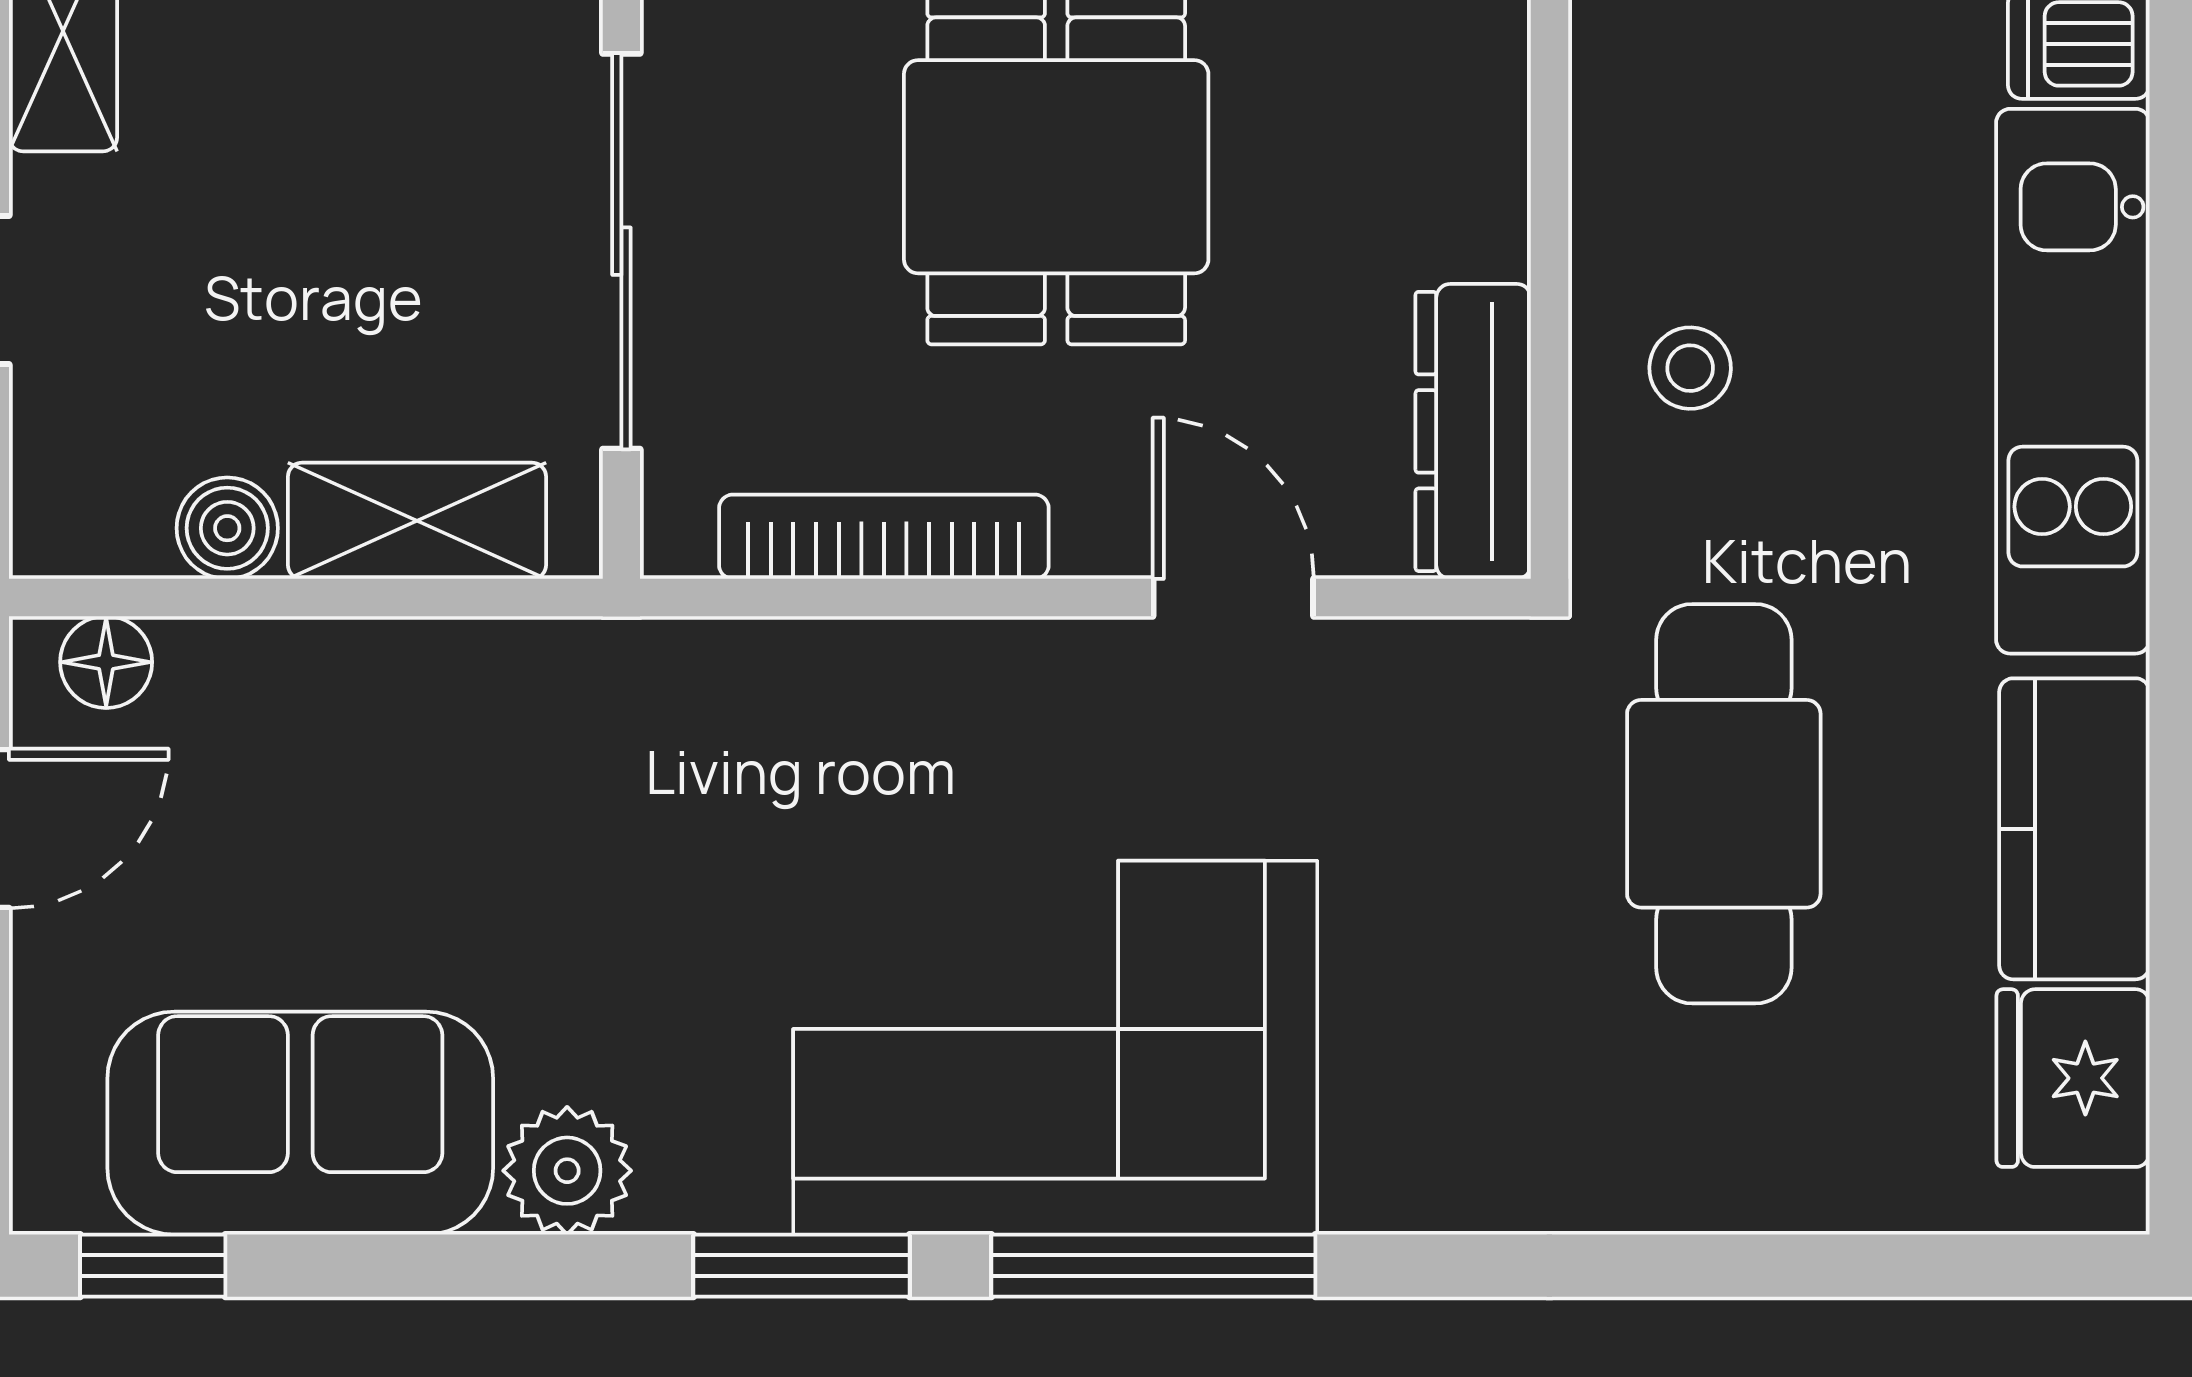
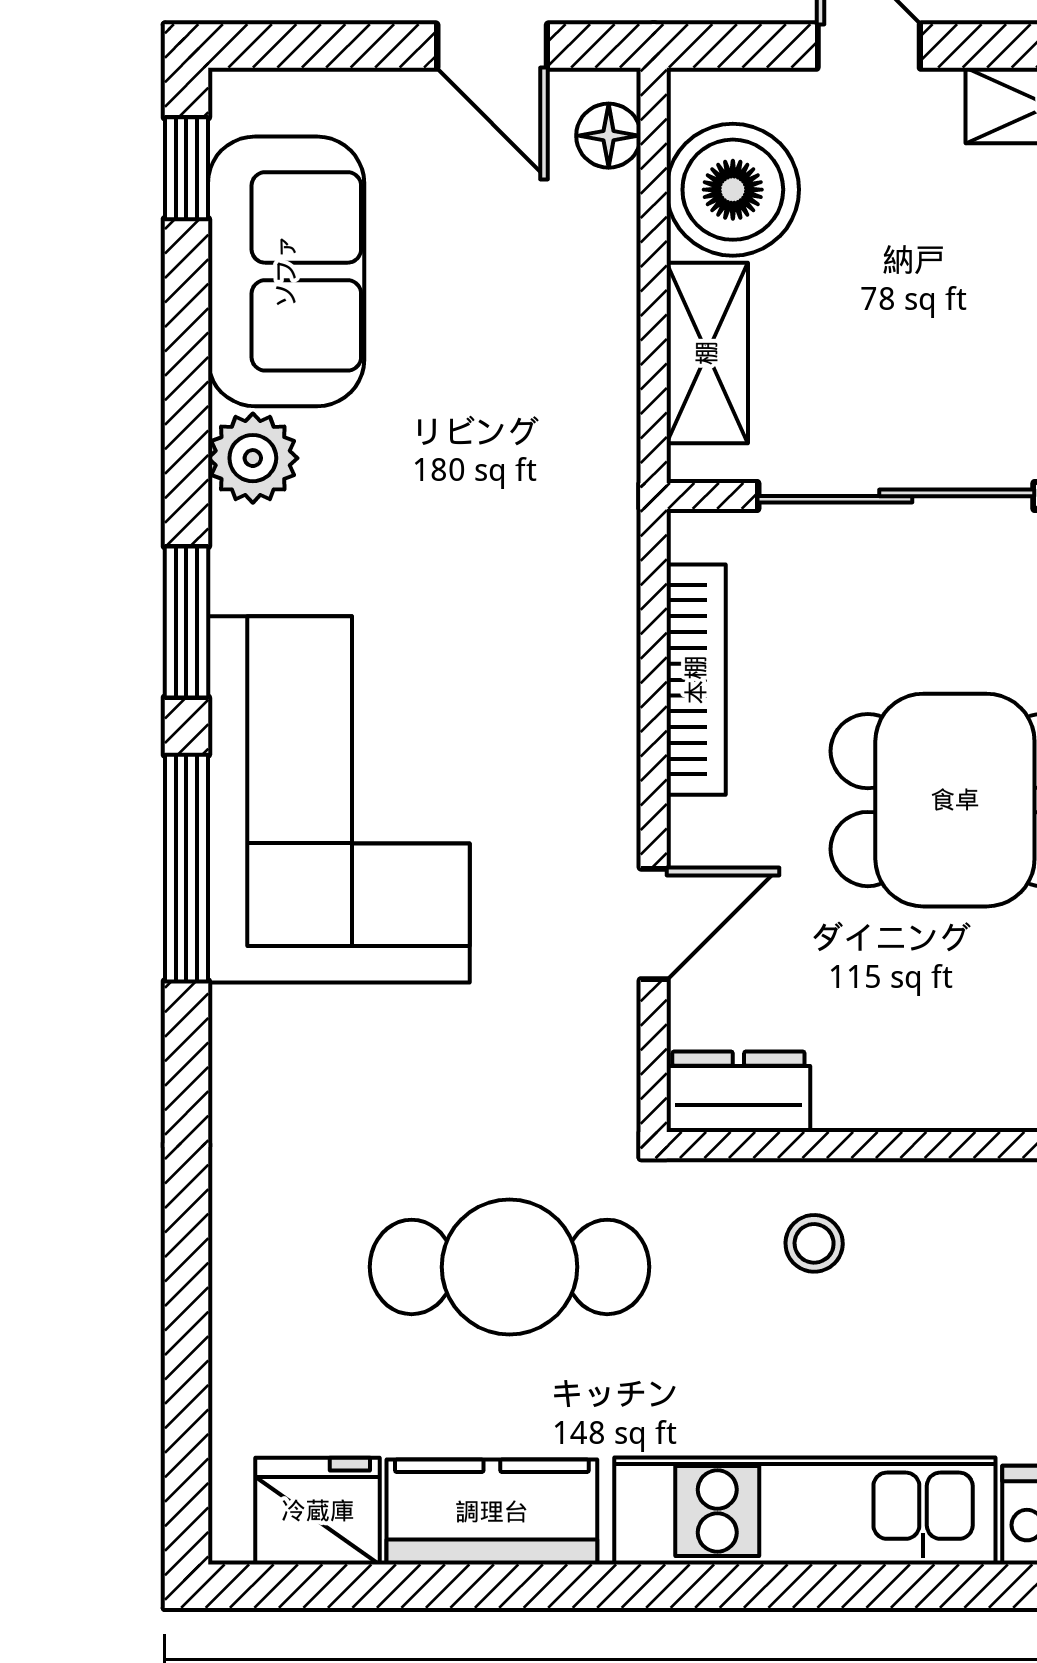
dresser: (1473, 431) -> (738, 1092), width x0.70
boiler: (227, 528) -> (733, 190), width x1.86, depth x1.86

